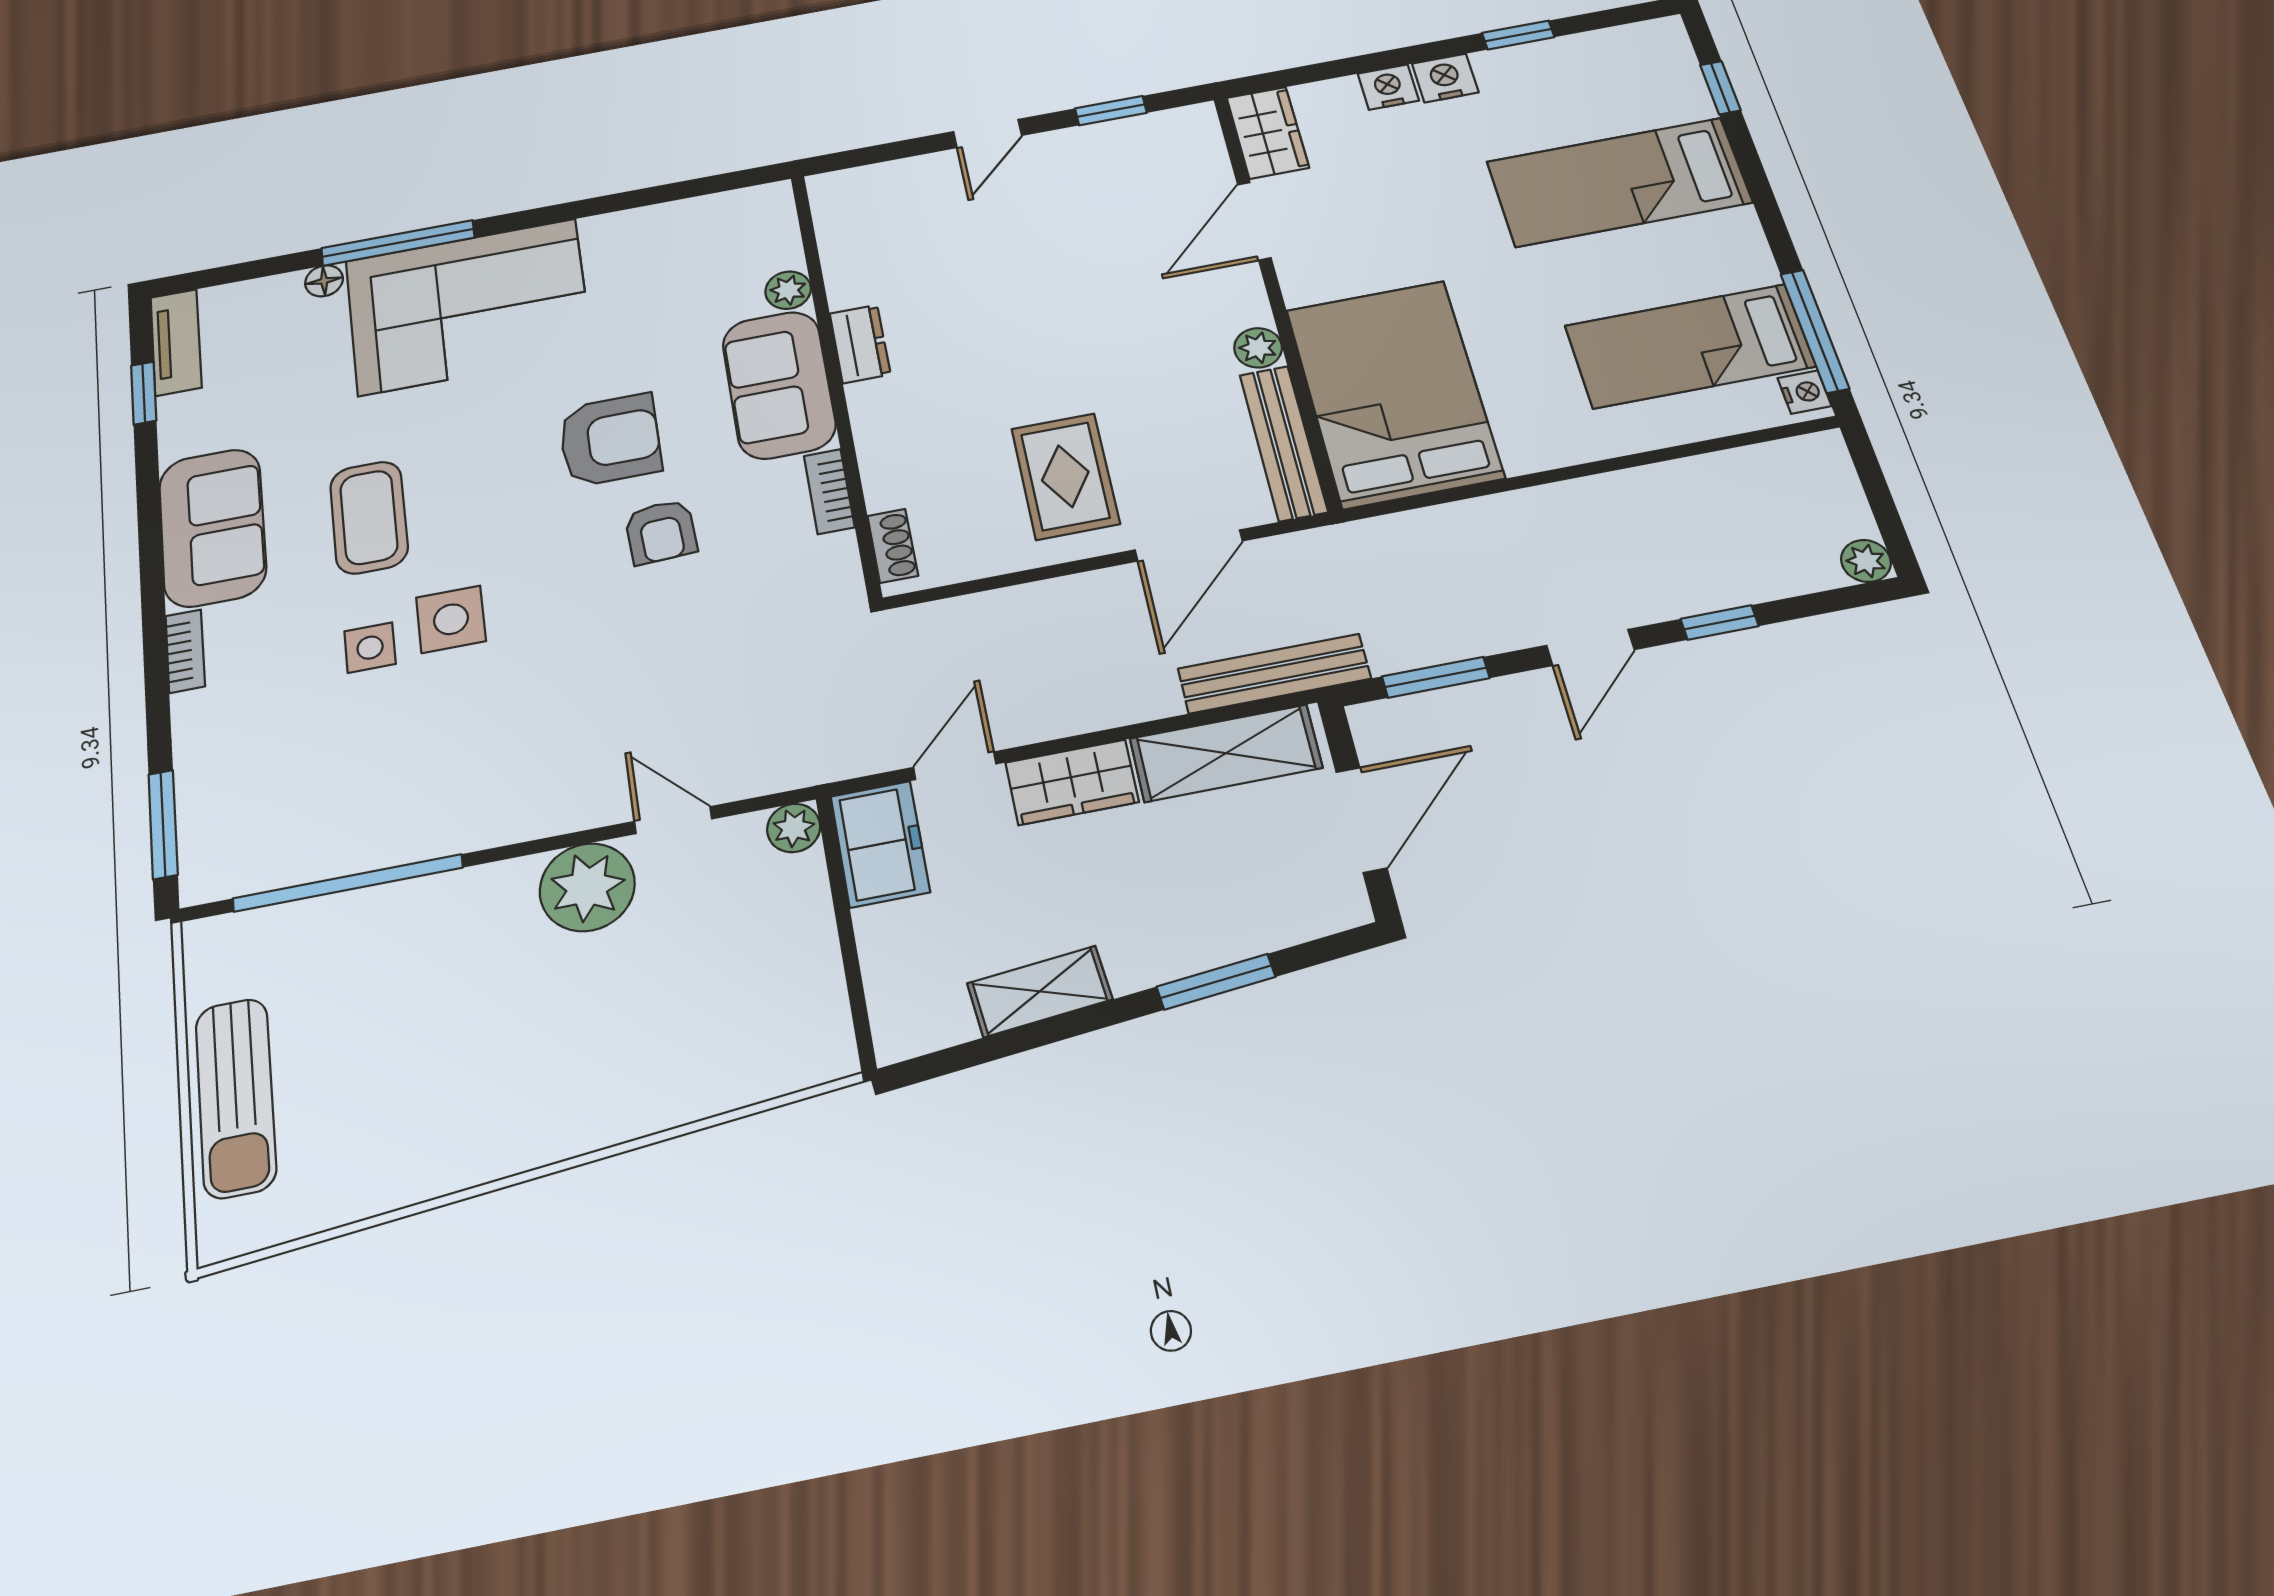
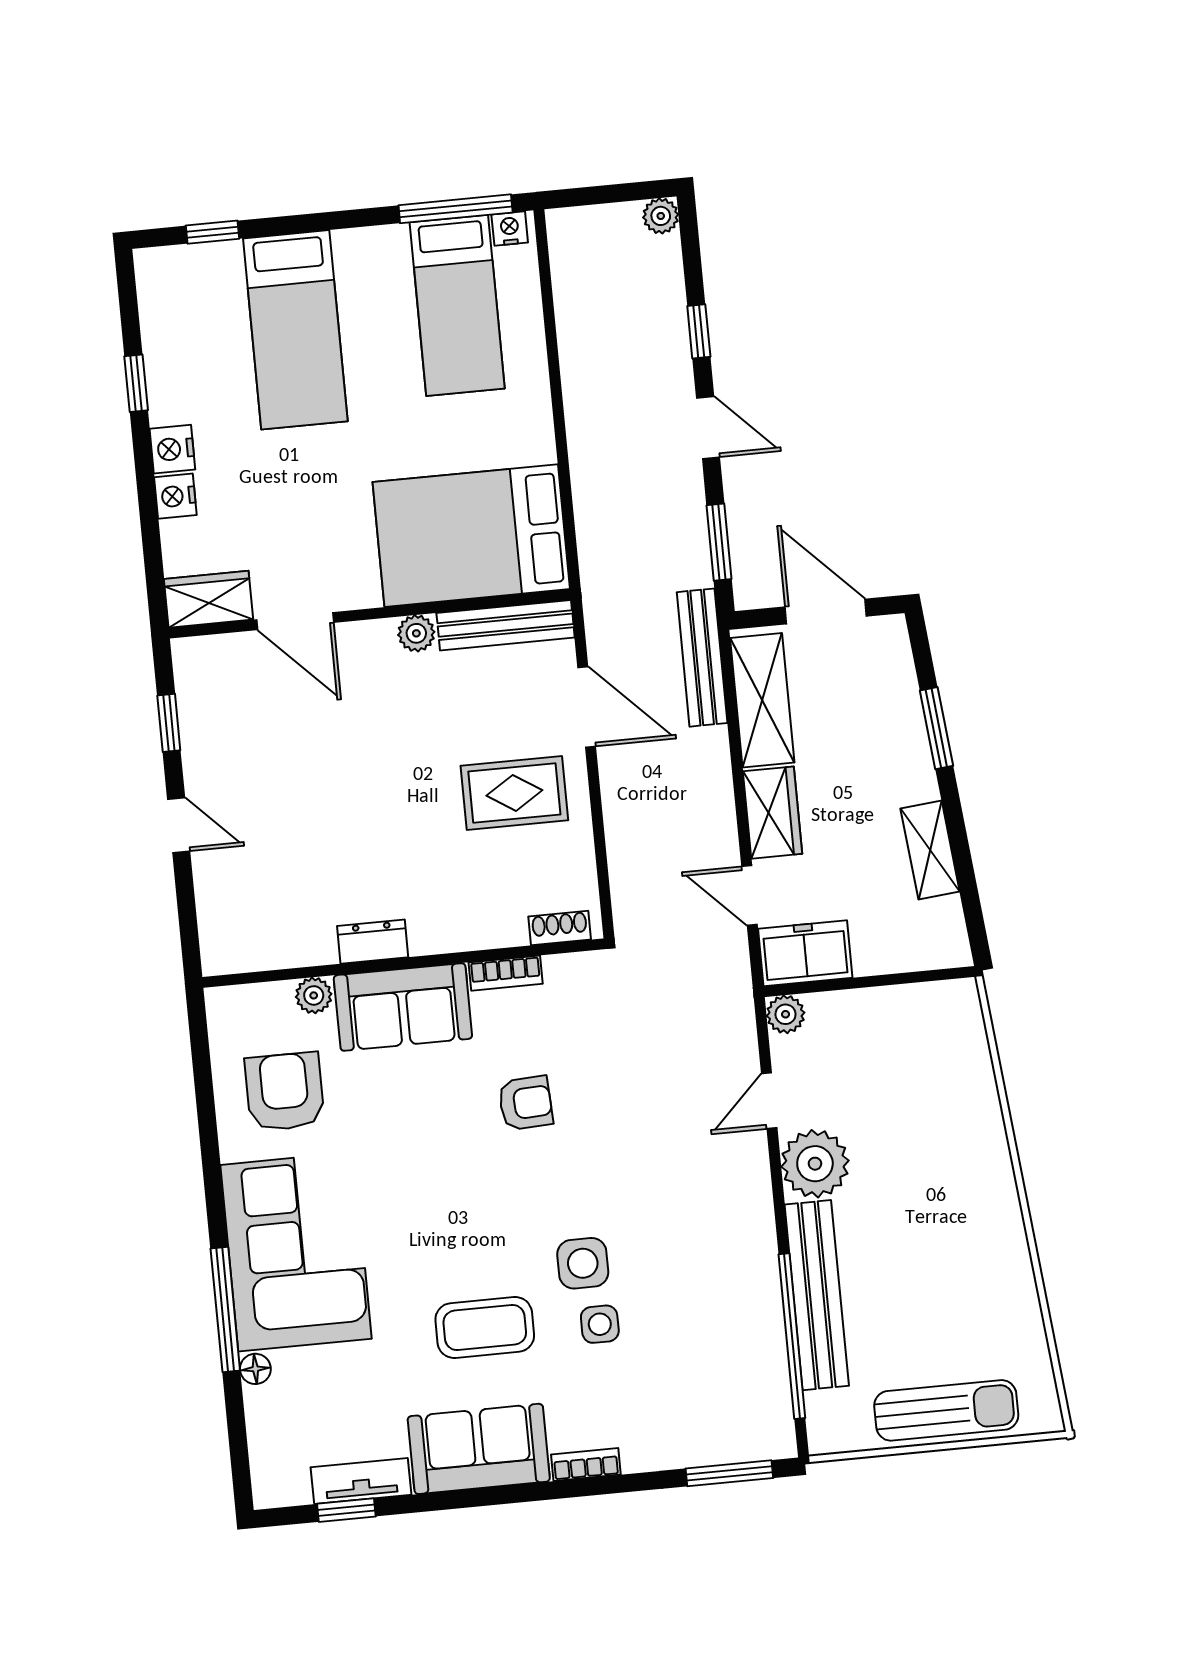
tv unit: (176, 342) -> (361, 1481), moved
armchair: (610, 440) -> (285, 1092), moved
bench: (404, 909) -> (817, 1295), added

